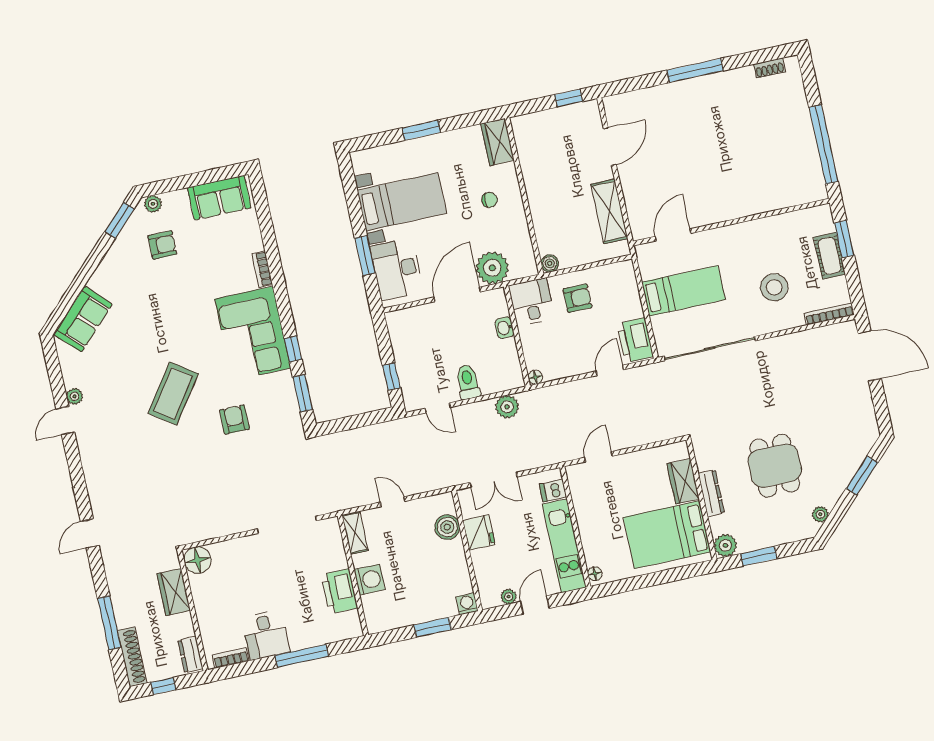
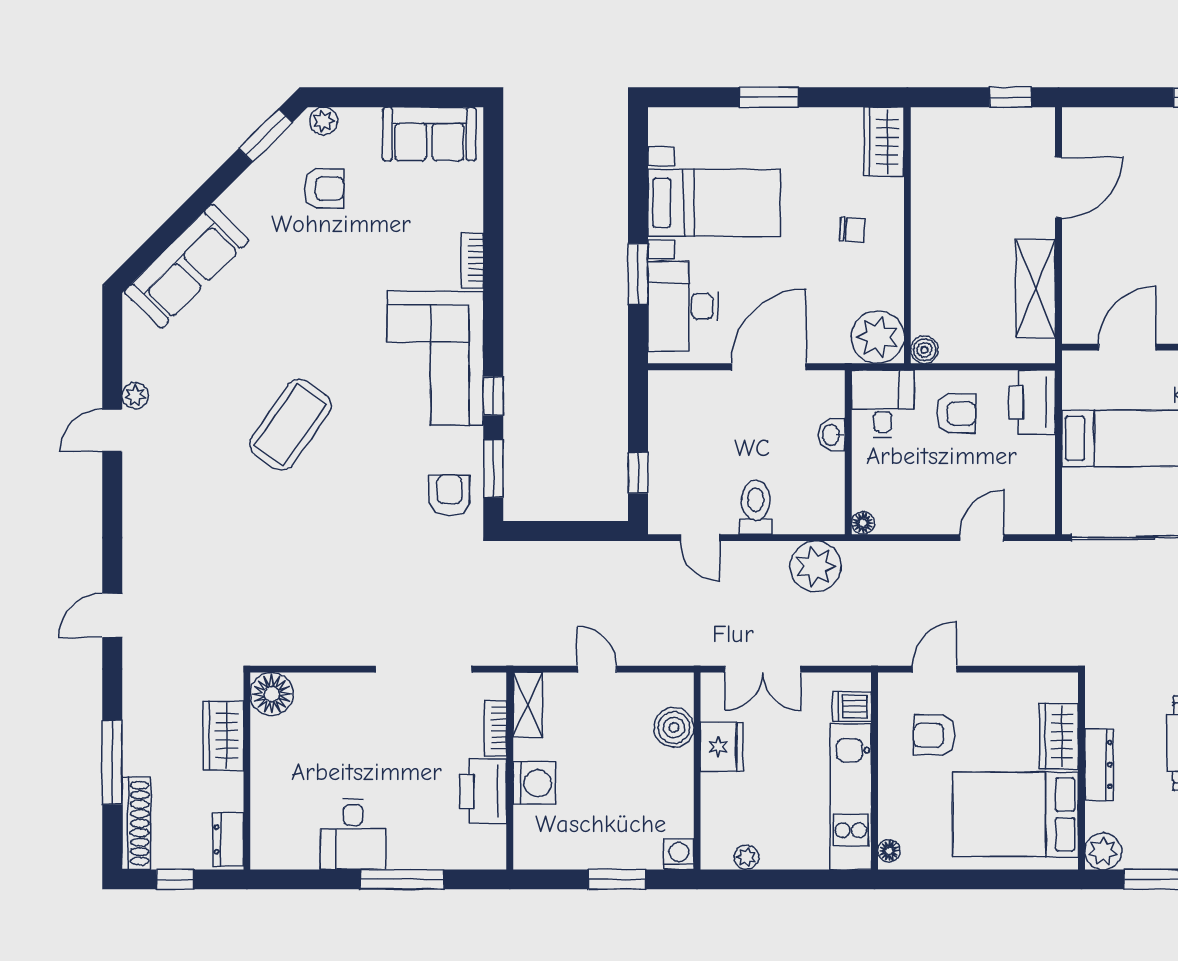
plant: (492, 268) -> (878, 337), moved
sofa: (83, 319) -> (187, 266), width x1.36
printer: (635, 340) -> (1032, 402), moved
plant: (507, 407) -> (815, 566), width x1.36, depth x1.36
armchair: (234, 419) -> (449, 495), moved
armchair: (607, 497) -> (934, 735), added
door: (535, 605) -> (785, 879), removed
bookcase: (231, 658) -> (495, 728), moved, turned -90

